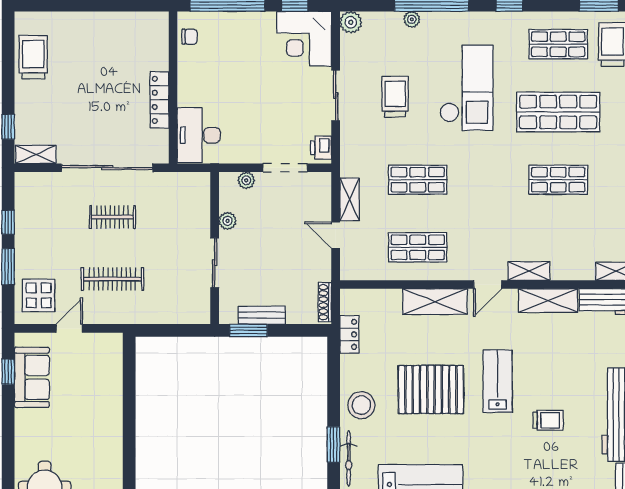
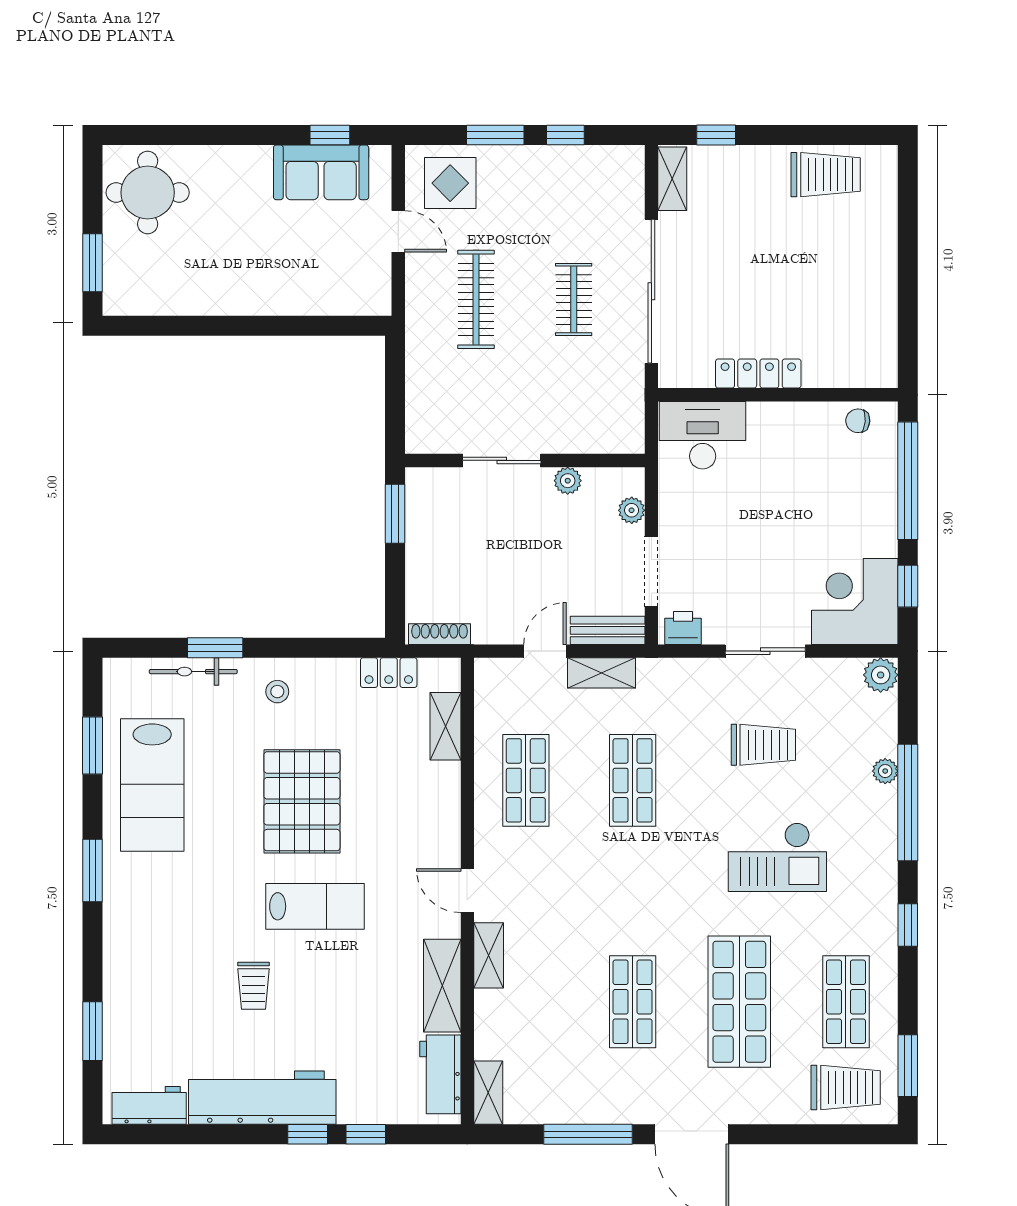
chair: (189, 37) -> (858, 421), turned 94
checkout: (466, 88) -> (777, 857), width x0.73, depth x0.83
shelving: (435, 302) -> (445, 726), moved, width x0.67, depth x0.75
bench: (262, 315) -> (608, 630), moved, turned 90
stool: (361, 405) -> (277, 692), width x0.53, depth x0.53

